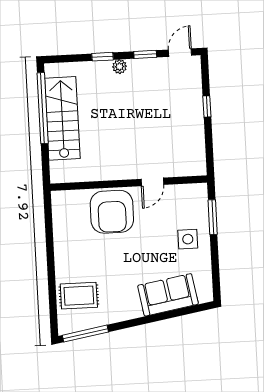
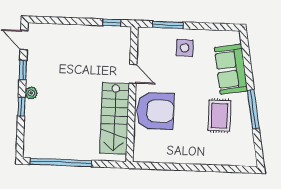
window: (207, 106) -> (112, 23), moved
stairs: (62, 118) -> (115, 118), moved, turned -90
rug: (79, 296) -> (219, 116), moved
window: (85, 334) -> (253, 109), moved

